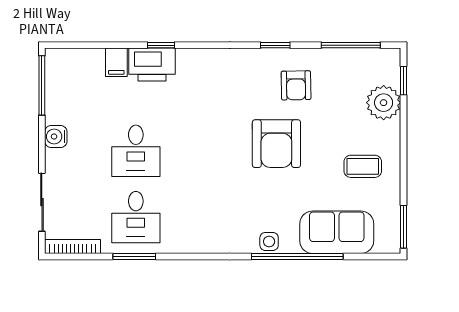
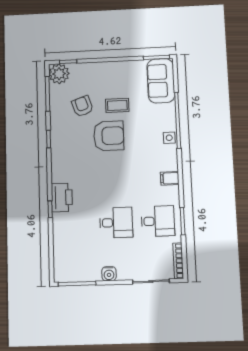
filing cabinet: (116, 62) -> (170, 178), moved, turned 180
printer: (152, 64) -> (62, 198), moved
armchair: (296, 85) -> (82, 106), moved, turned -108
plant: (384, 103) -> (59, 74), moved
coffee table: (363, 166) -> (117, 105), moved, turned 90
sofa: (337, 232) -> (161, 81), moved

